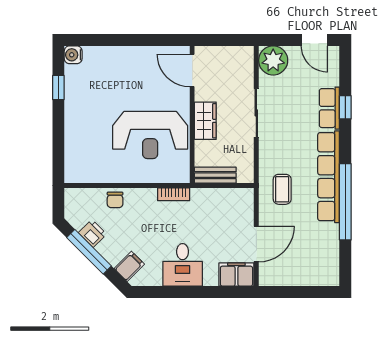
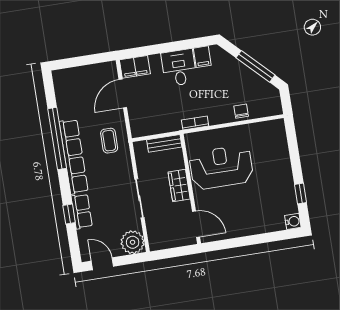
printer: (93, 233) -> (255, 81), removed
filing cabinet: (129, 266) -> (202, 57), moved, turned -45

